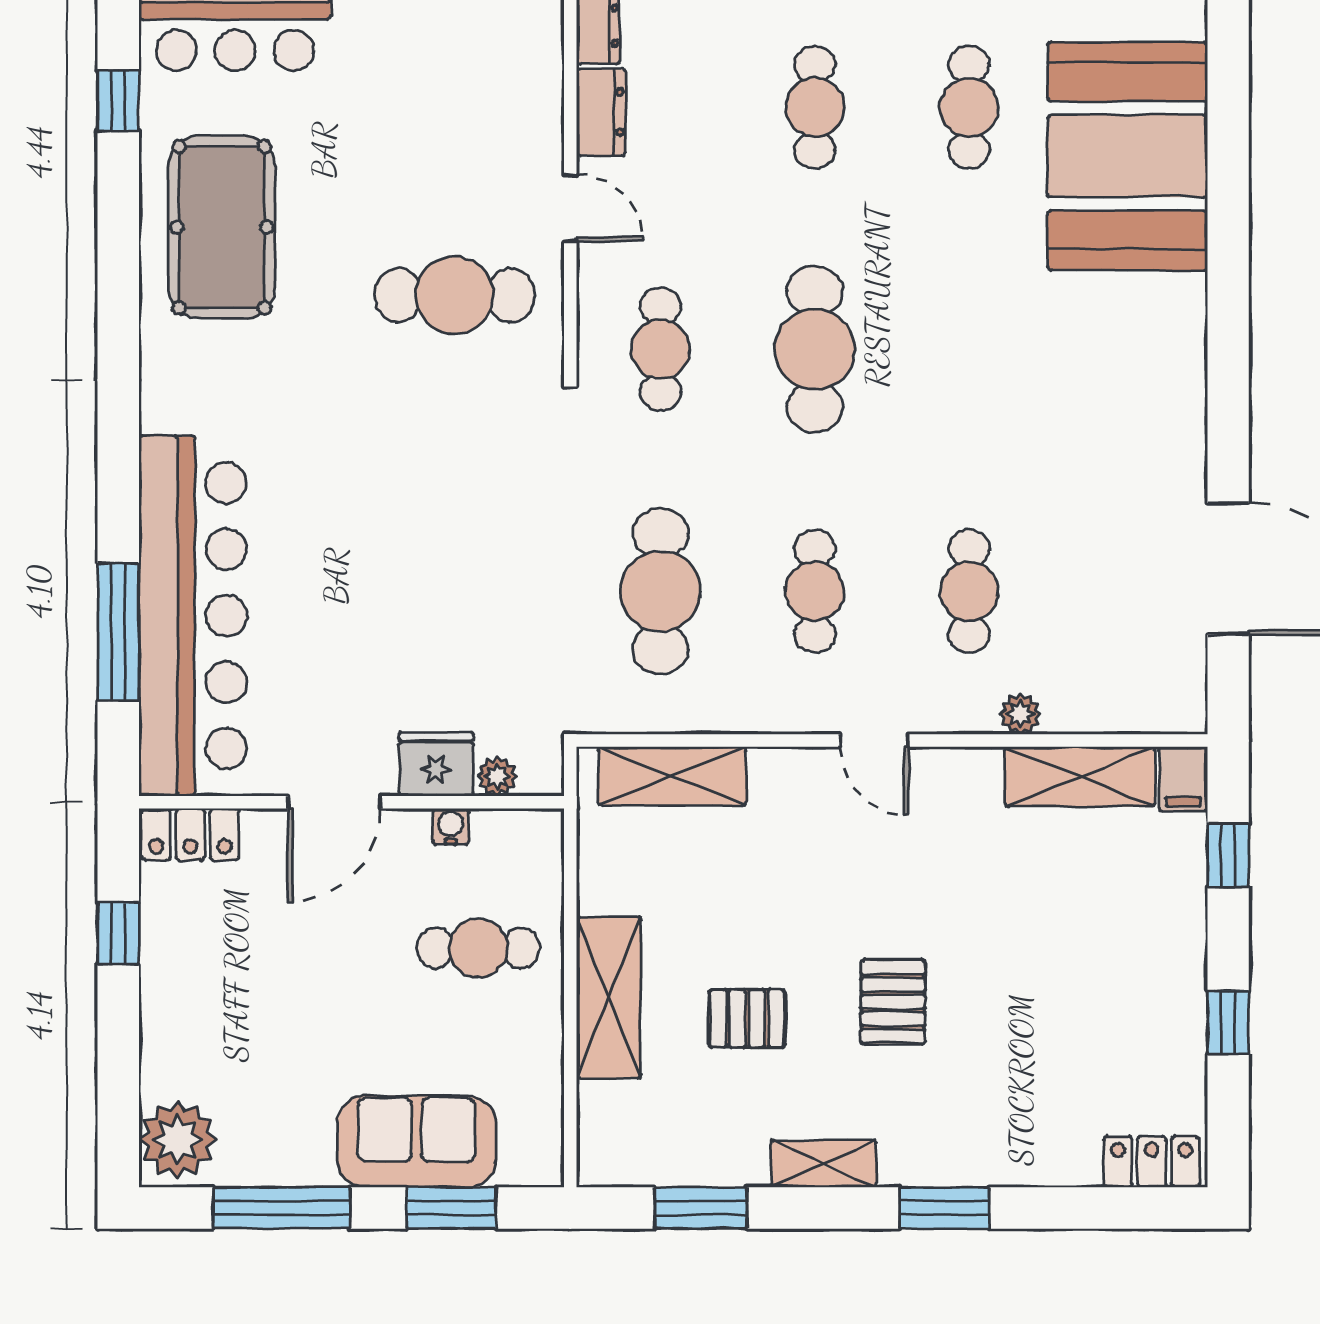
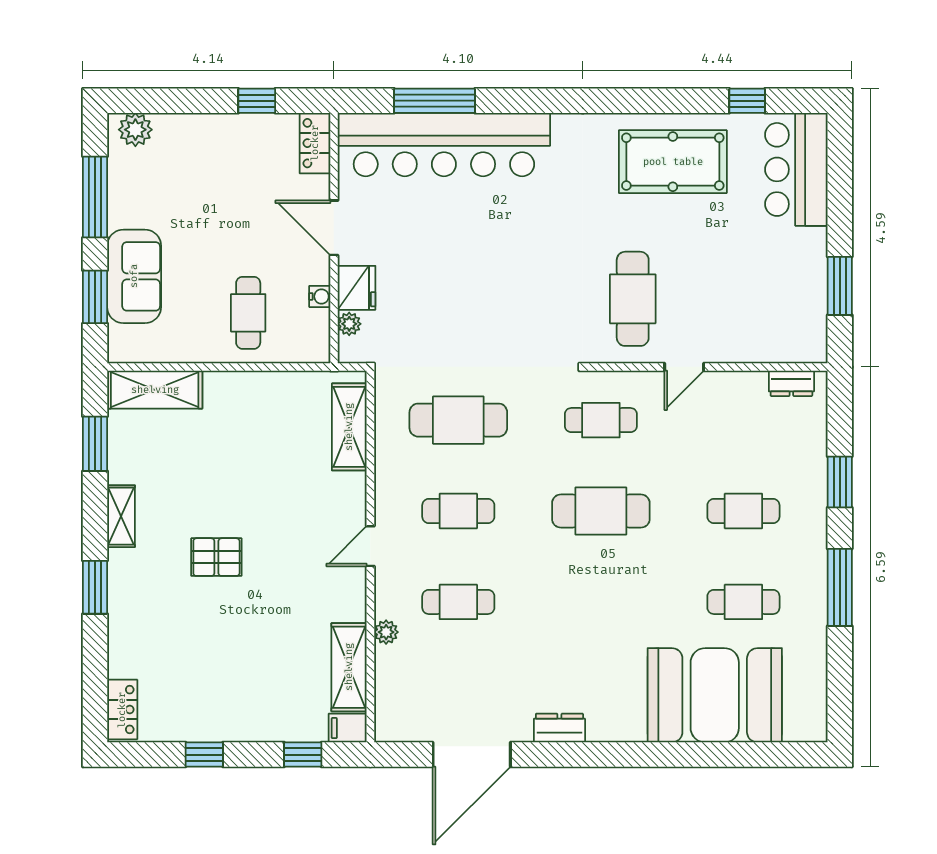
dresser: (601, 112) -> (559, 728), moved, turned 180
shelving: (609, 998) -> (155, 390), moved
pallet: (747, 1019) -> (207, 471), removed
plant: (178, 1140) -> (135, 130), width x0.73, depth x0.73

